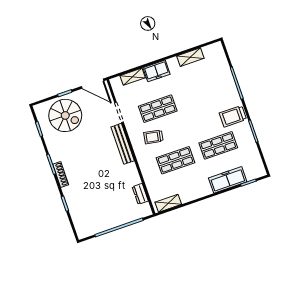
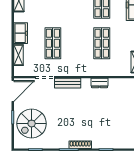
spiral stairs: (65, 115) -> (32, 124), turned 180
trolley: (153, 137) -> (76, 55), removed
bench: (123, 144) -> (68, 83), width x0.73
dresser: (140, 194) -> (100, 83), moved

